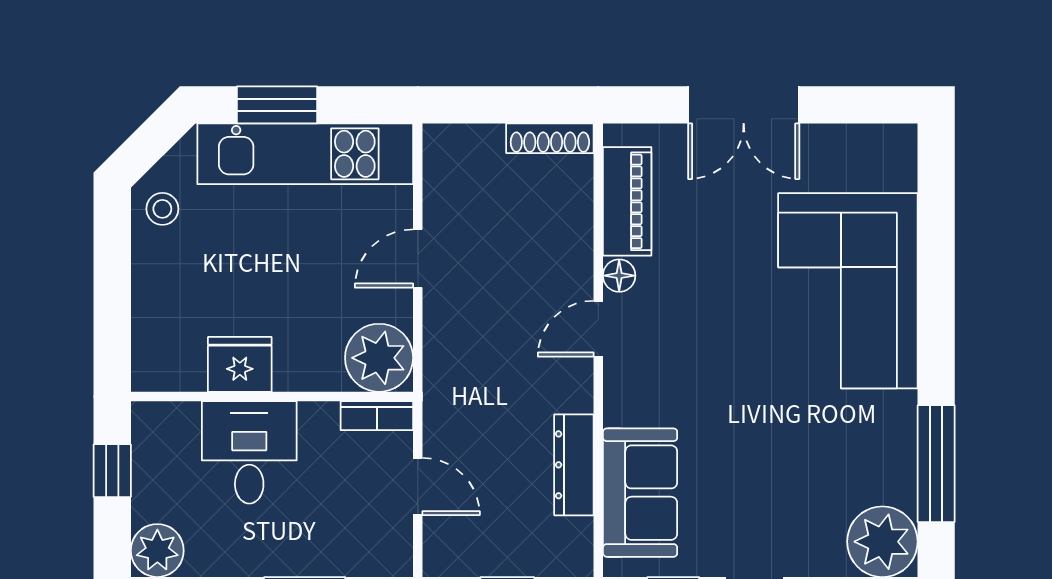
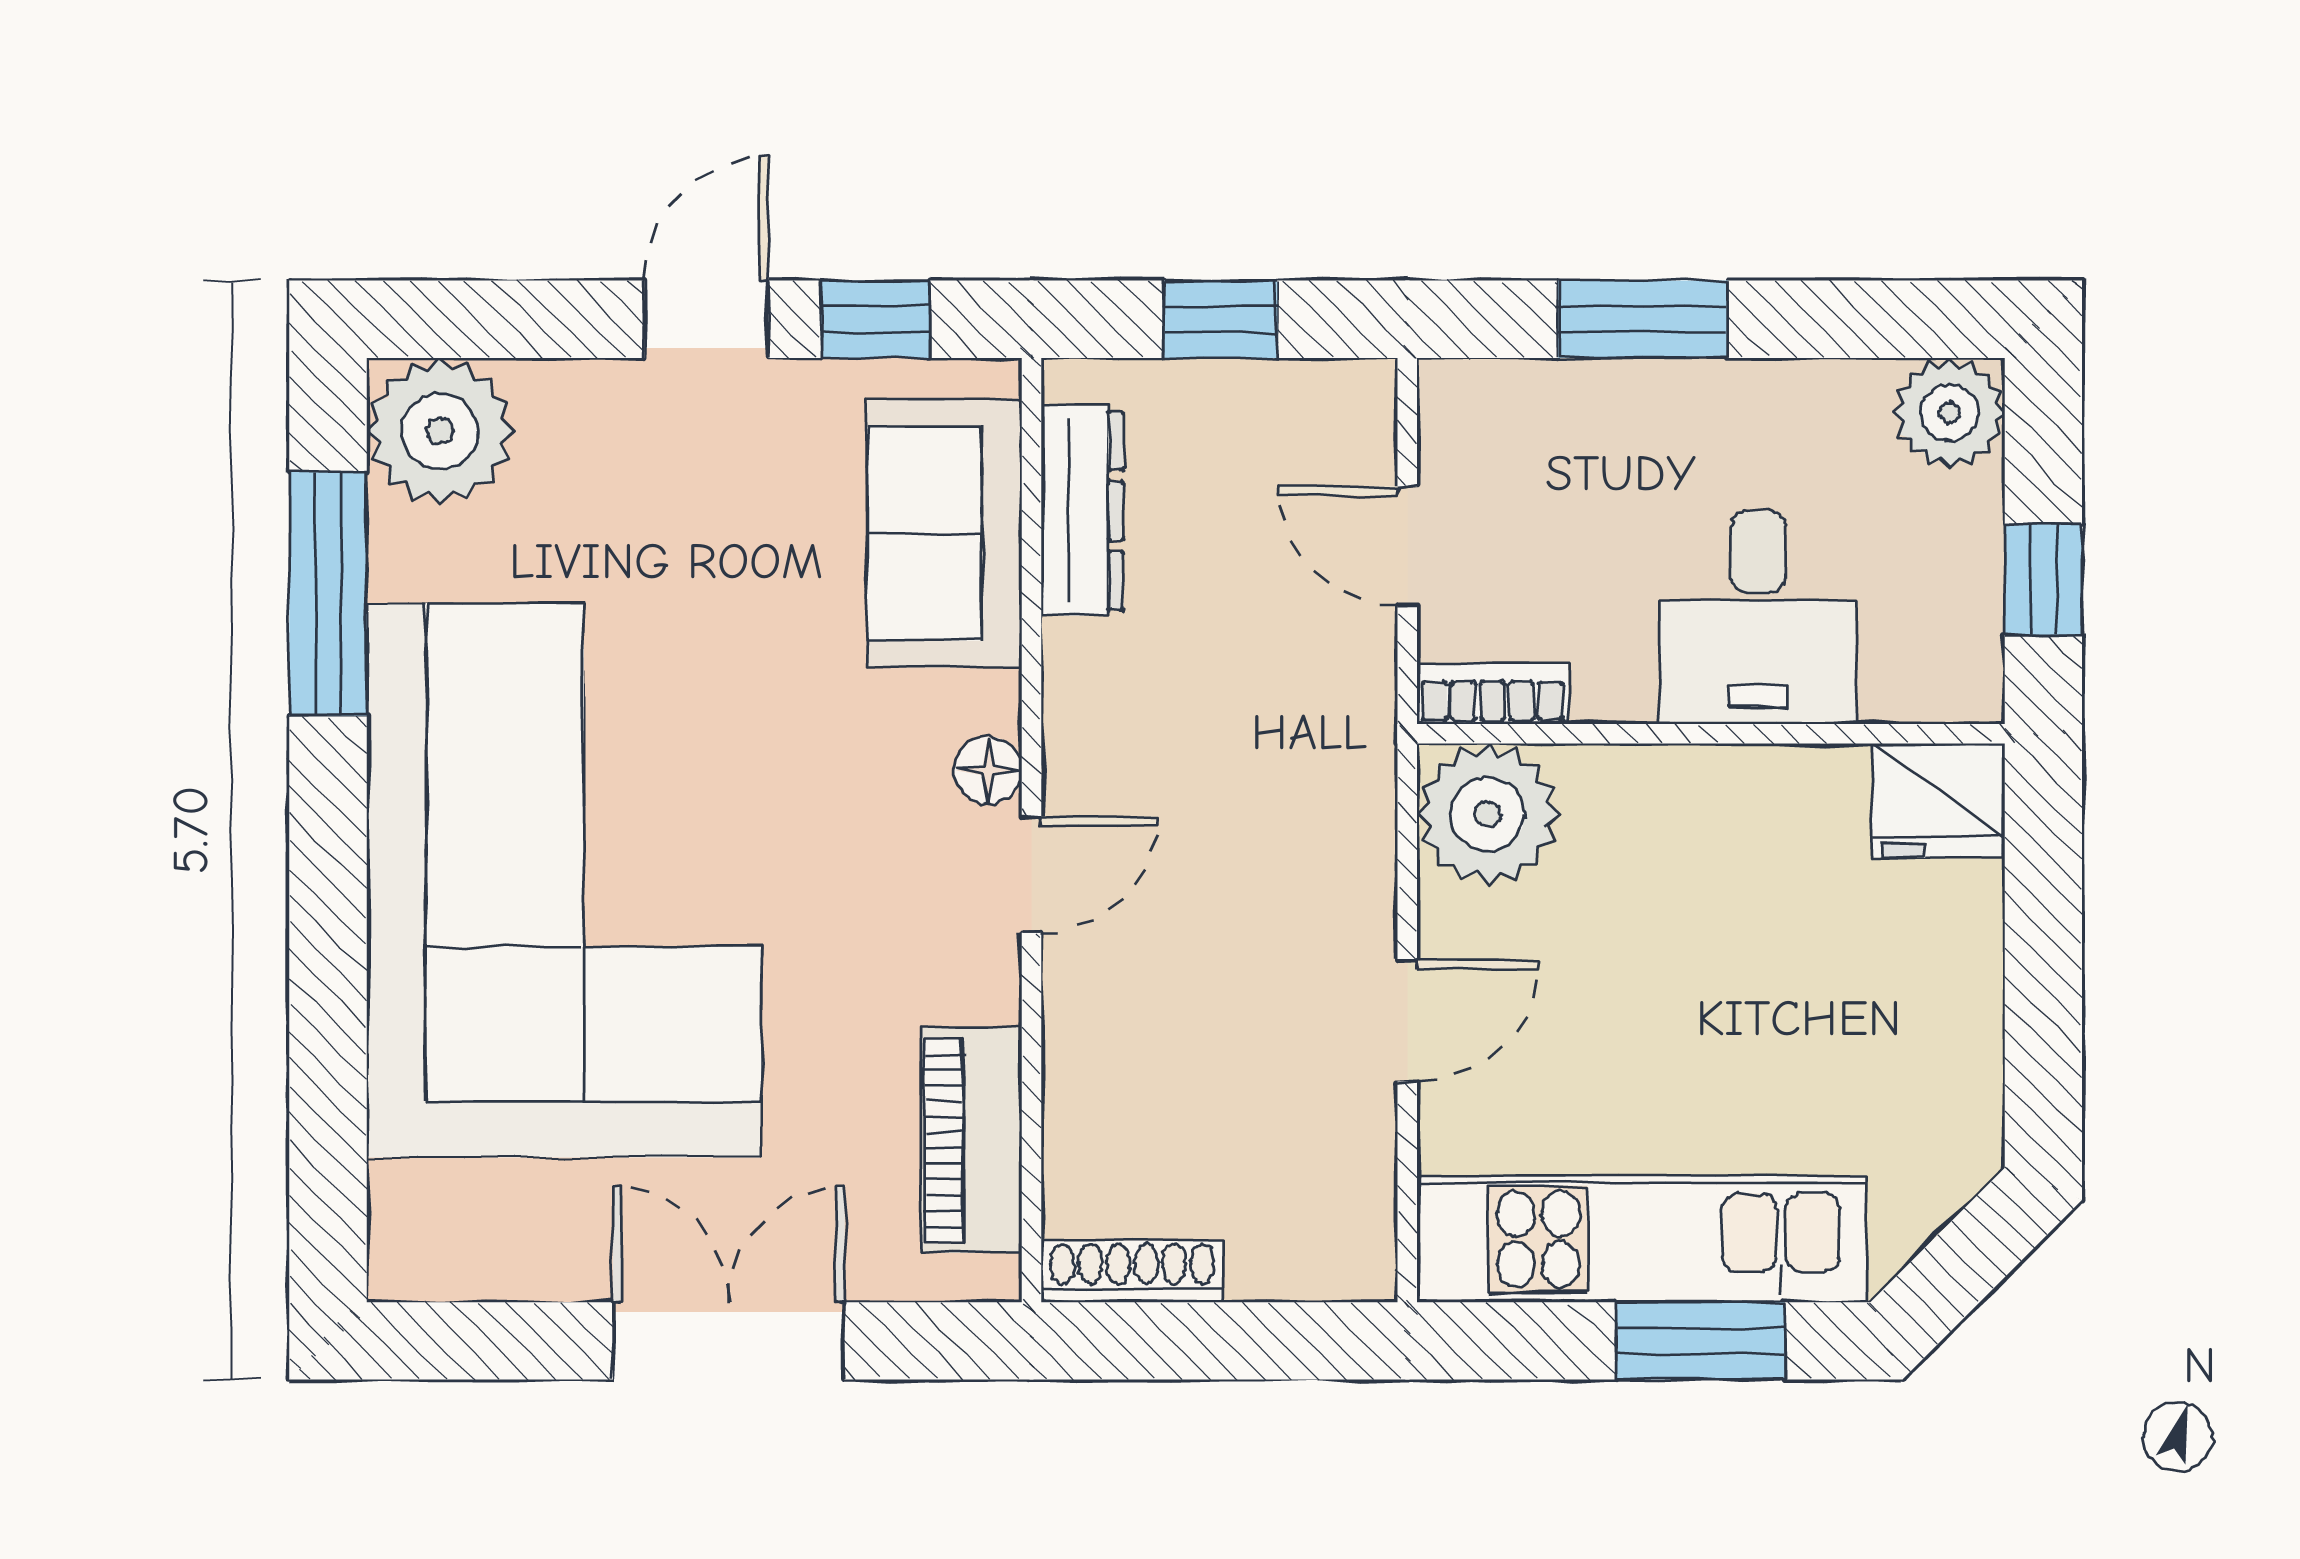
stool: (162, 209) -> (1939, 1124), removed
floor lamp: (619, 276) -> (988, 770), moved
corner sofa: (848, 291) -> (564, 880), width x1.36, depth x1.36
fridge: (240, 364) -> (1938, 800), moved
dresser: (574, 465) -> (1082, 511), moved

